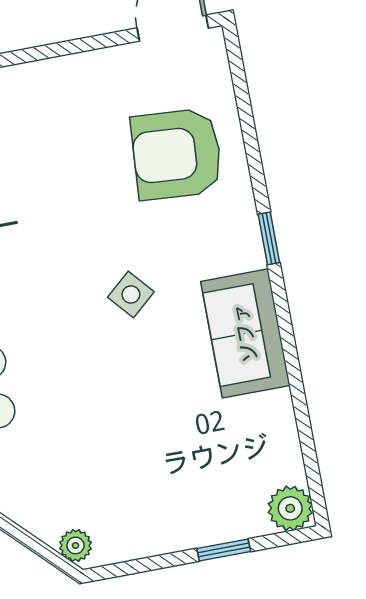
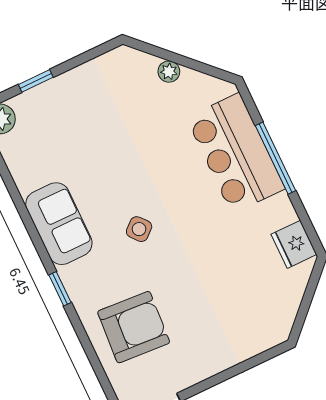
plant: (76, 545) -> (169, 72), moved

